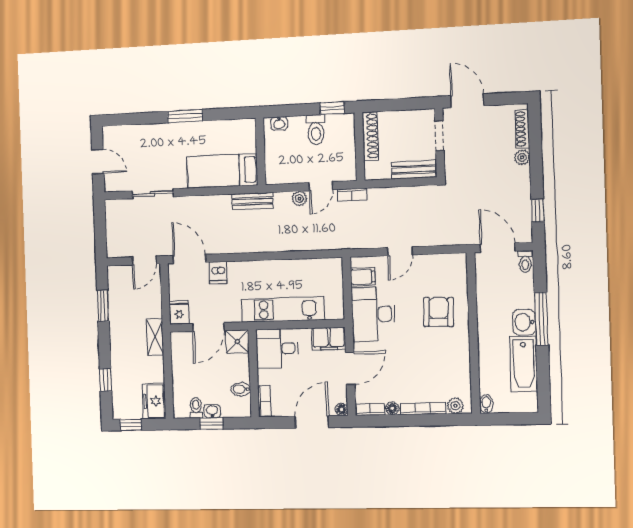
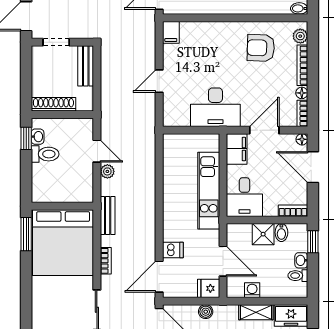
window: (185, 116) -> (26, 234), moved
washbasin: (279, 123) -> (38, 137), moved
bed: (222, 171) -> (63, 243), width x2.04
bookcase: (352, 195) -> (106, 261), moved
door: (400, 251) -> (159, 81), swing flipped
filing cabinet: (363, 277) -> (171, 32), moved, turned 180
boiler: (155, 310) -> (206, 312), added
armchair: (439, 312) -> (261, 48), moved
shelving: (155, 337) -> (256, 312), moved
shower: (237, 342) -> (263, 234), moved
washing machine: (179, 359) -> (252, 290), added
door: (350, 368) -> (264, 130), hinge flipped
window: (211, 424) -> (313, 242), moved

